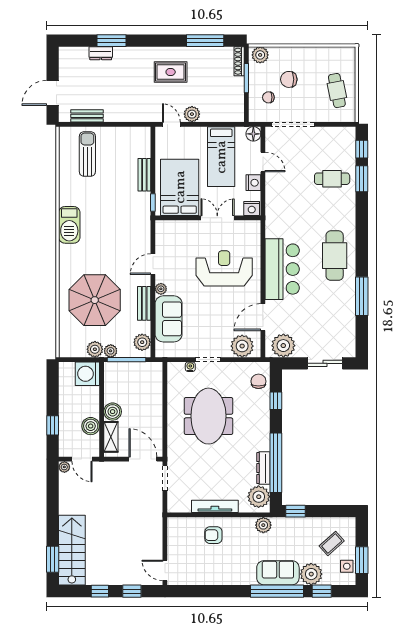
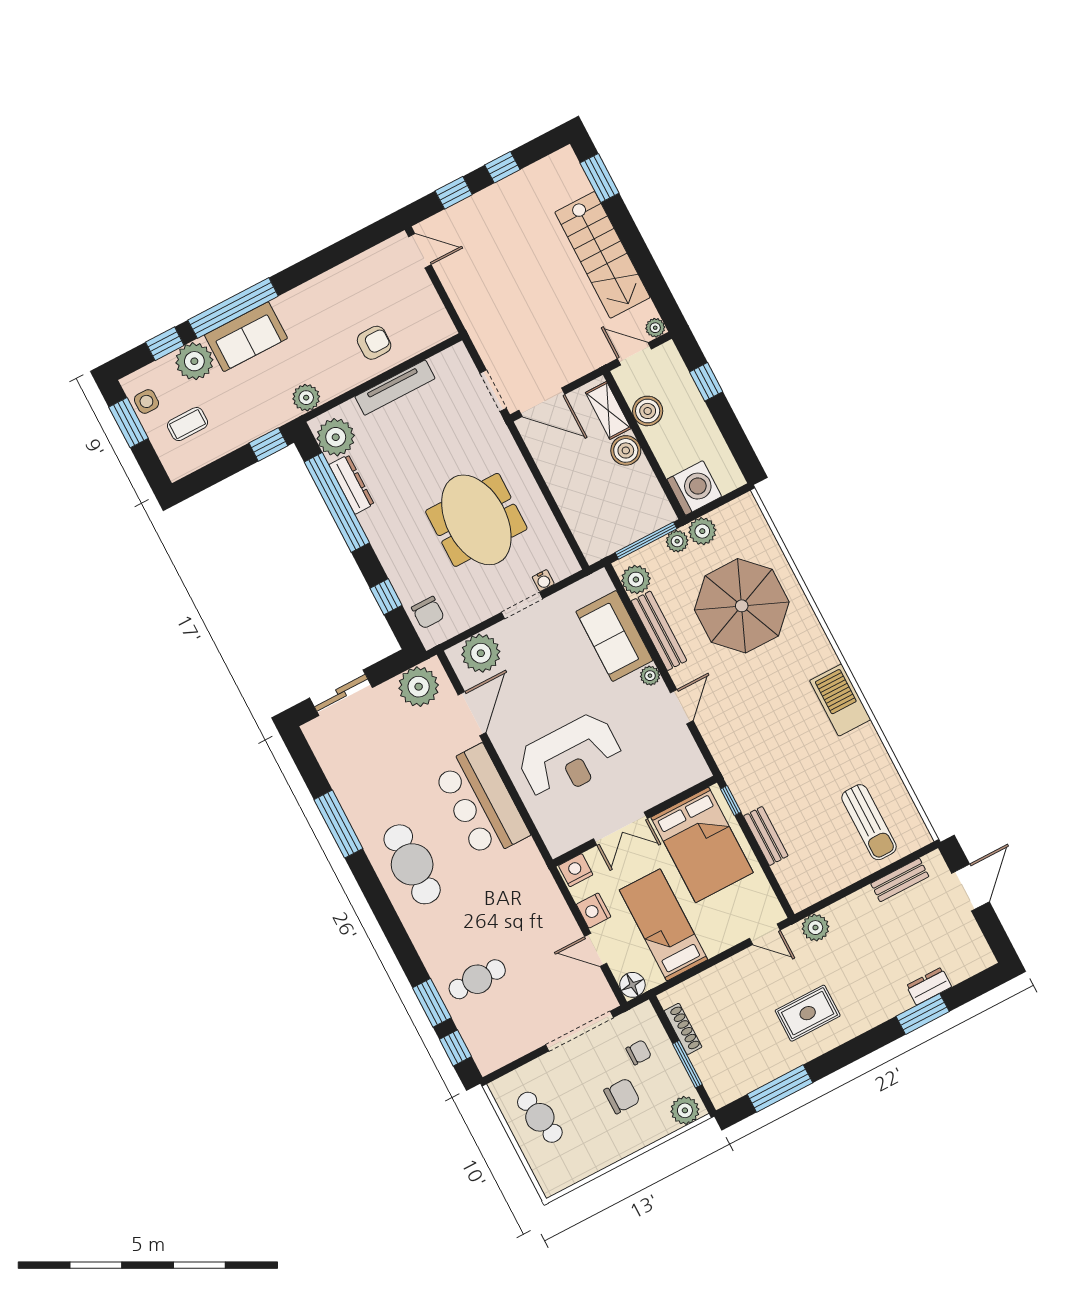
shoe rack: (239, 61) -> (683, 1029), moved
plant: (192, 114) -> (815, 928), moved
bench: (144, 303) -> (659, 631), width x1.36
coffee table: (332, 543) -> (188, 424), turned 42
stairs: (72, 550) -> (602, 255), moved

